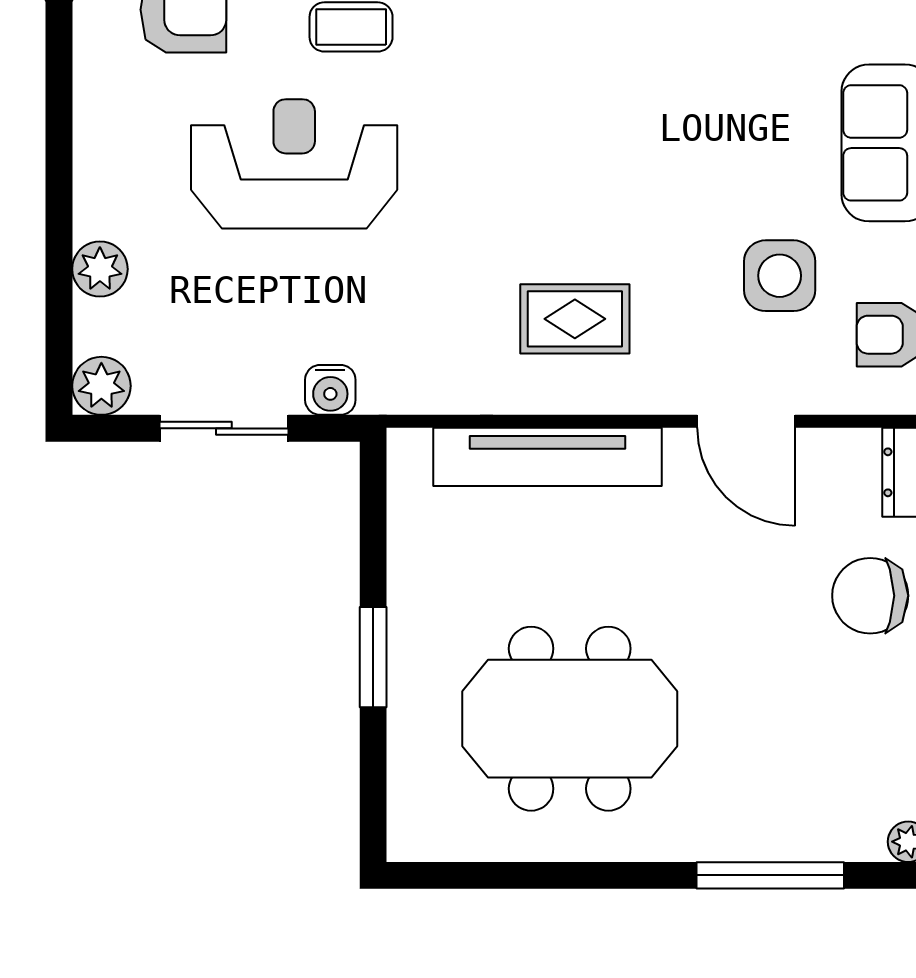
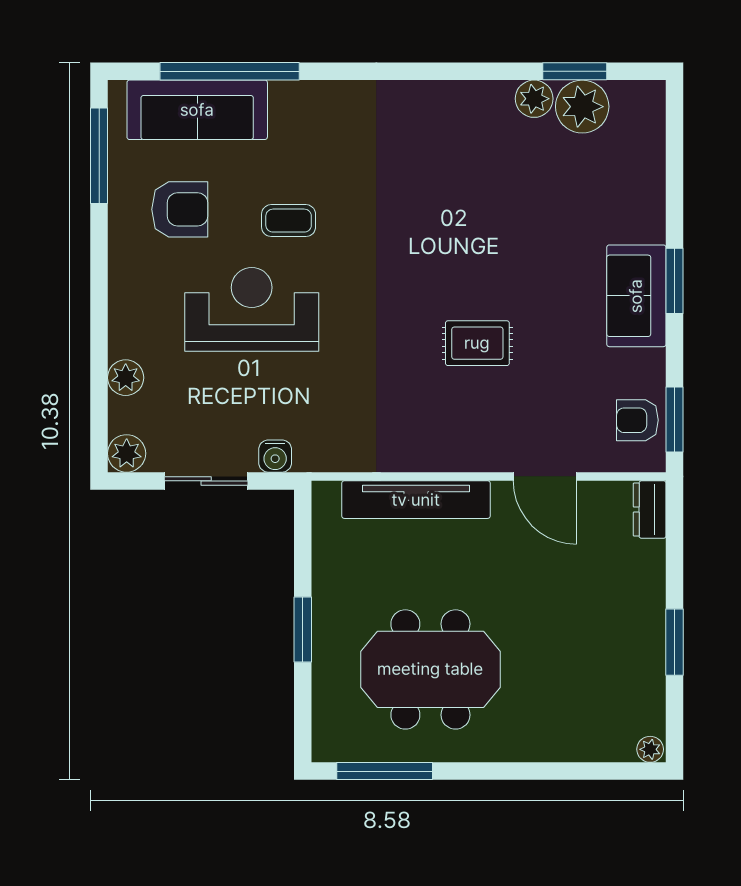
side table: (780, 276) -> (567, 382), removed
rug: (575, 319) -> (477, 343), moved
chair: (870, 596) -> (625, 590), removed
window: (770, 875) -> (385, 771), moved

